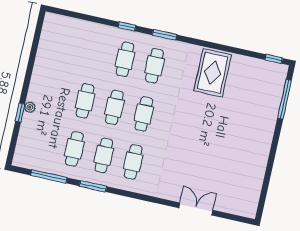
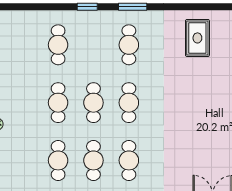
cafe table: (125, 59) -> (58, 45), moved
rug: (213, 73) -> (197, 38), width x0.73, depth x0.70

